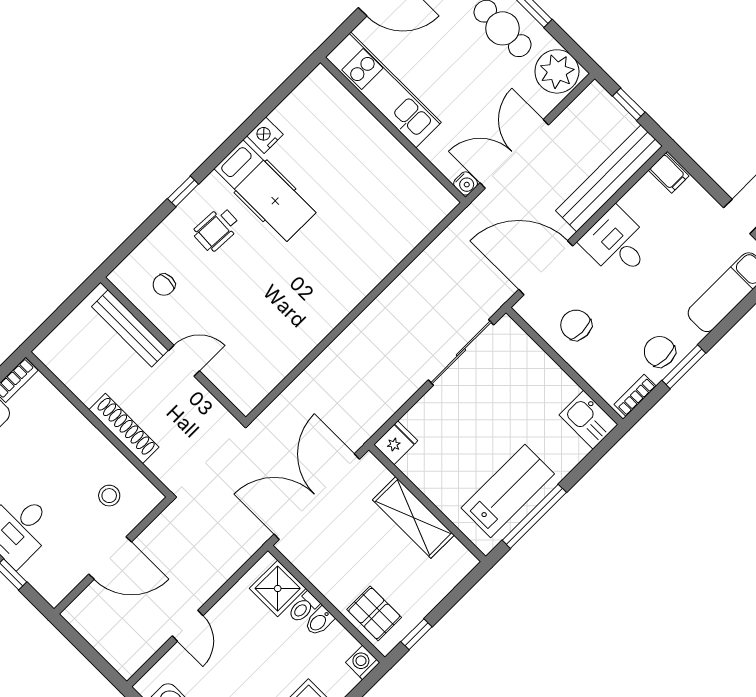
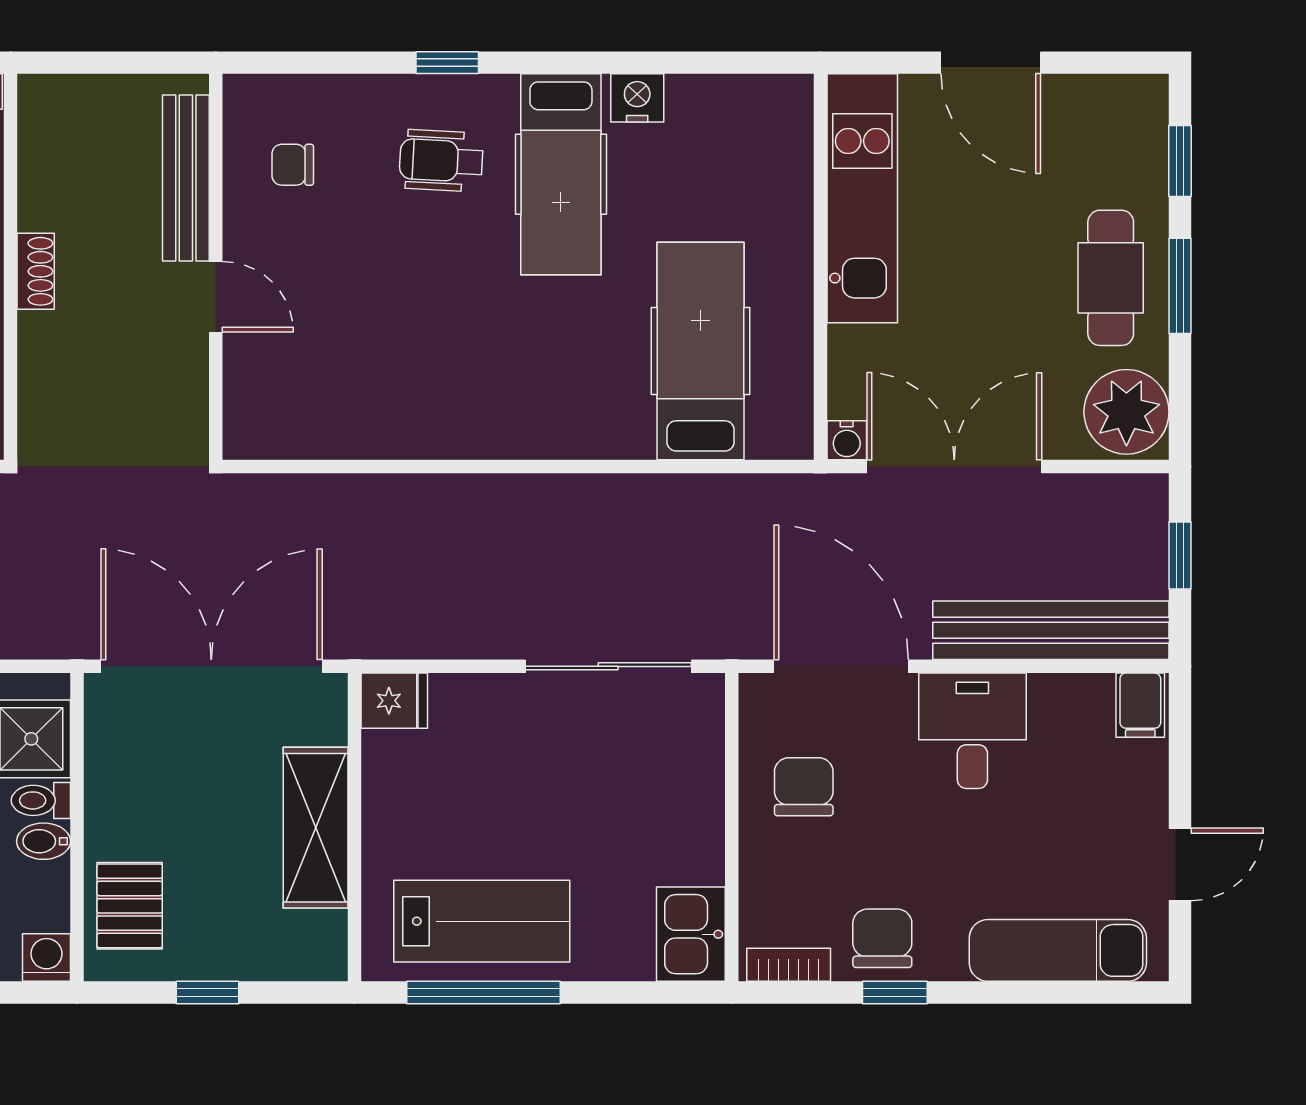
hospital bed: (380, 204) -> (701, 351), added
window: (684, 367) -> (895, 993), width x0.67
shoe rack: (124, 428) -> (36, 271), width x0.51, depth x0.81
window: (416, 634) -> (208, 993), moved

